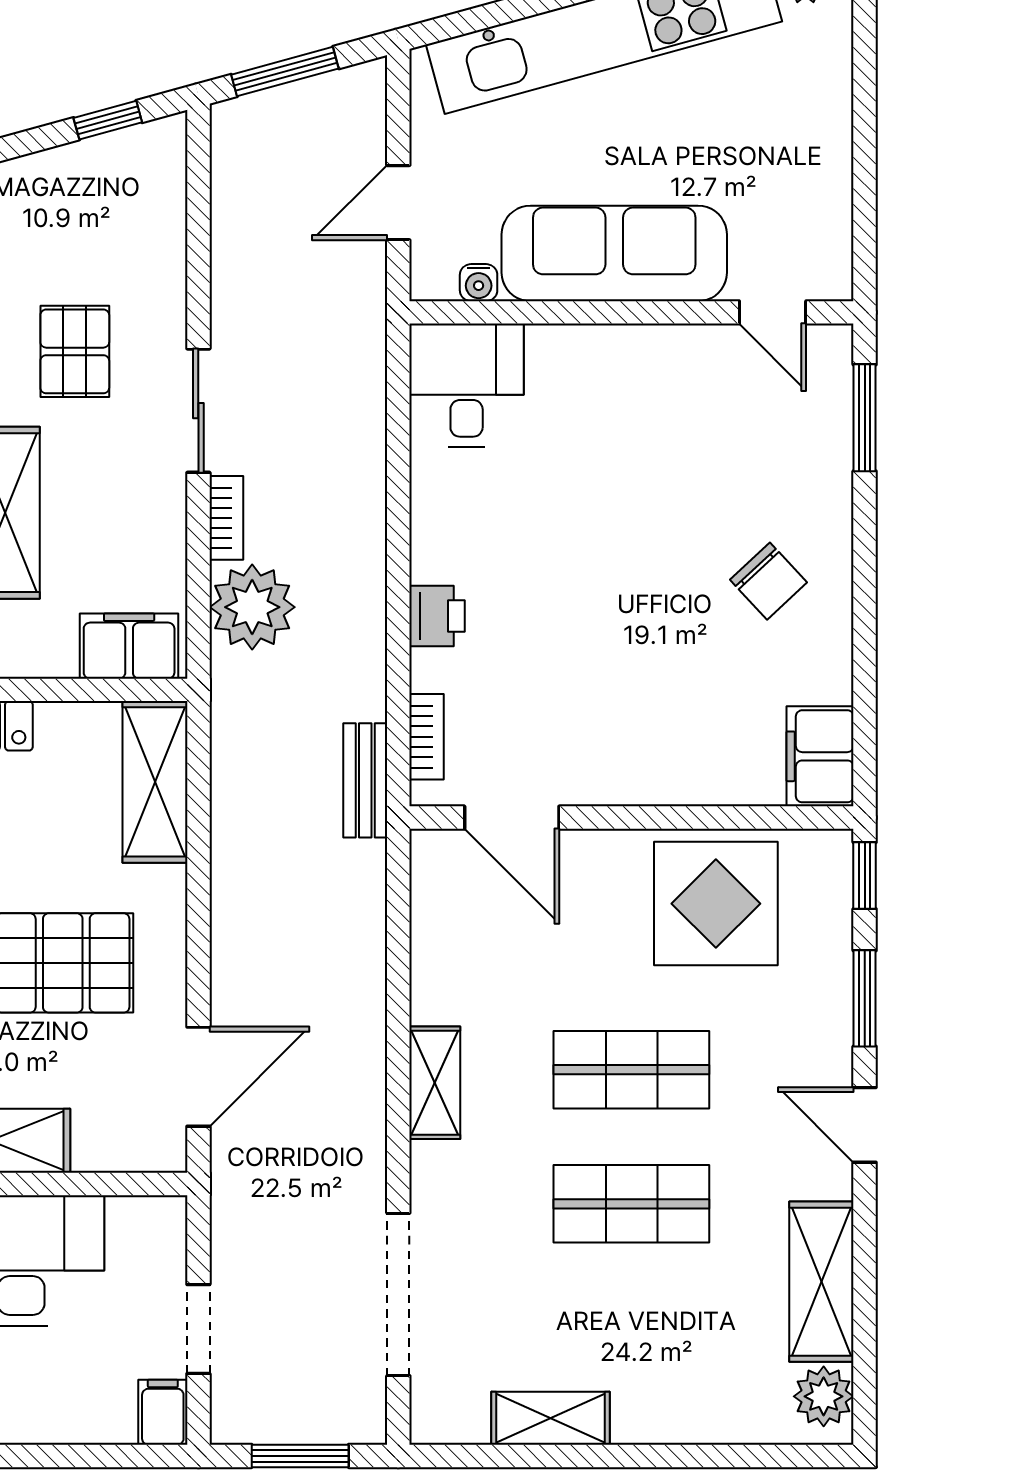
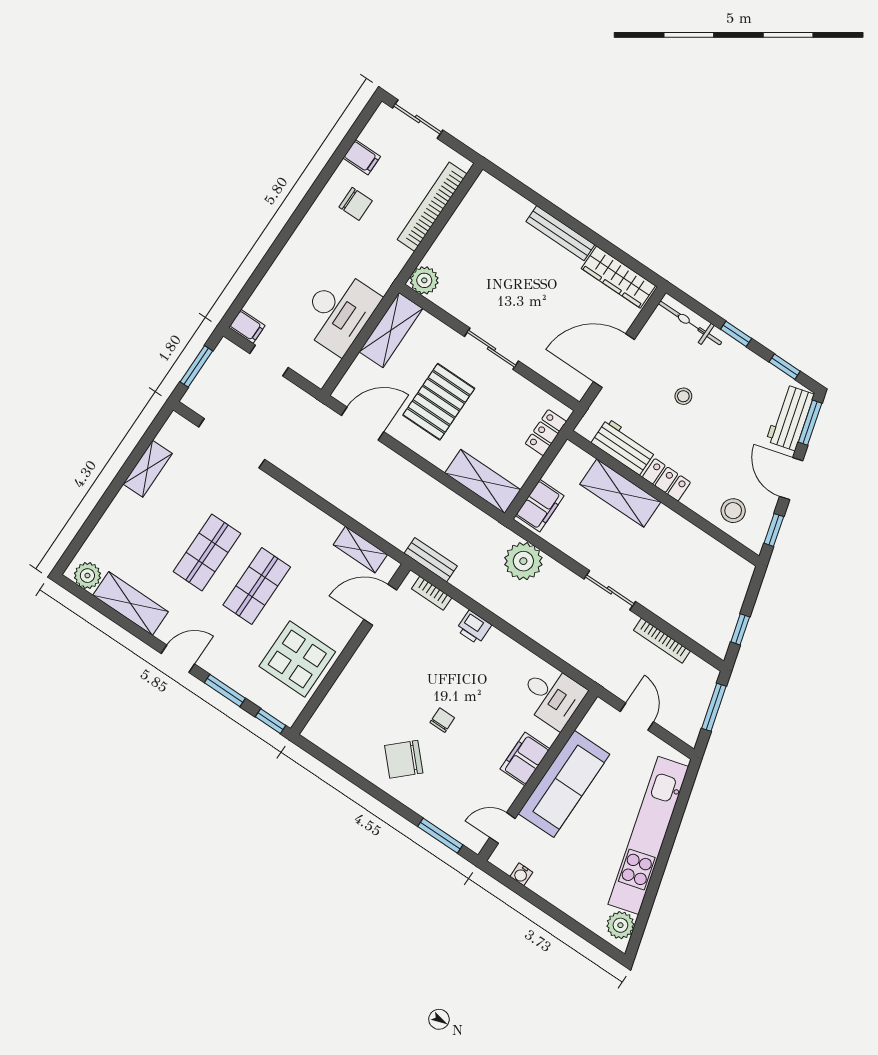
water cooler: (479, 283) -> (521, 874), moved, turned -90
pallet: (75, 351) -> (663, 559), removed
bookcase: (226, 518) -> (662, 641), moved, width x1.56
chair: (648, 559) -> (442, 720), added
chair: (768, 581) -> (404, 759), width x1.37, depth x1.37
filing cabinet: (820, 756) -> (525, 759), moved, turned -90
door: (198, 1077) -> (363, 424), swing flipped
shelving: (435, 1083) -> (360, 550), moved

